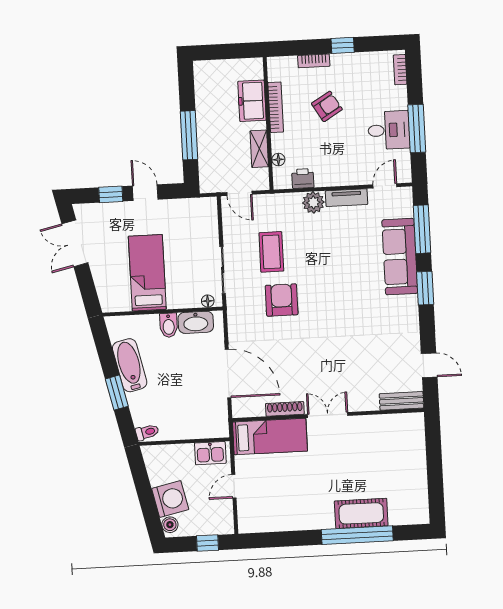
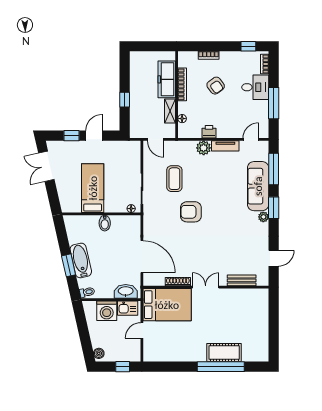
window: (343, 45) -> (248, 46), moved
freezer: (252, 101) -> (167, 79), width x1.40
armchair: (327, 106) -> (216, 86), turned 85
desk: (389, 130) -> (255, 87), moved
window: (189, 135) -> (125, 100), width x0.46
printer: (303, 178) -> (209, 132), moved
door: (145, 193) -> (94, 136), hinge flipped
armchair: (282, 300) -> (191, 212), moved, turned -90
plant: (410, 303) -> (263, 217), added
washbasin: (196, 322) -> (126, 291), moved, turned 180
bathtub: (130, 365) -> (81, 260), moved
door: (429, 365) -> (274, 258), hinge flipped
bench: (402, 401) -> (242, 280), moved
bed: (270, 436) -> (167, 305), width x1.50
washing machine: (170, 499) -> (107, 311), moved, turned 103

